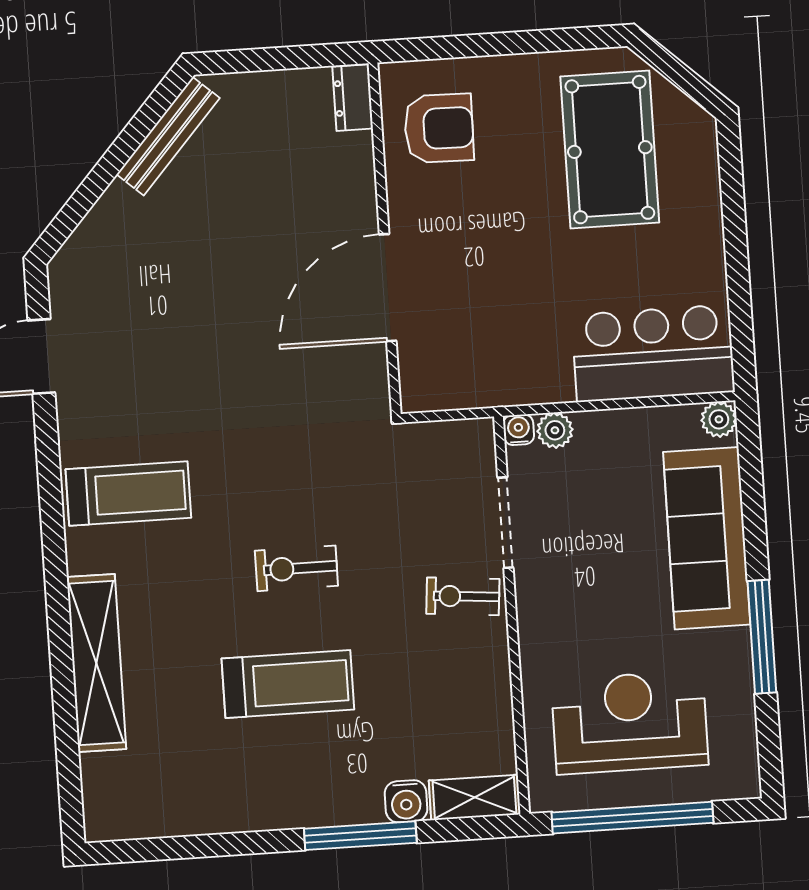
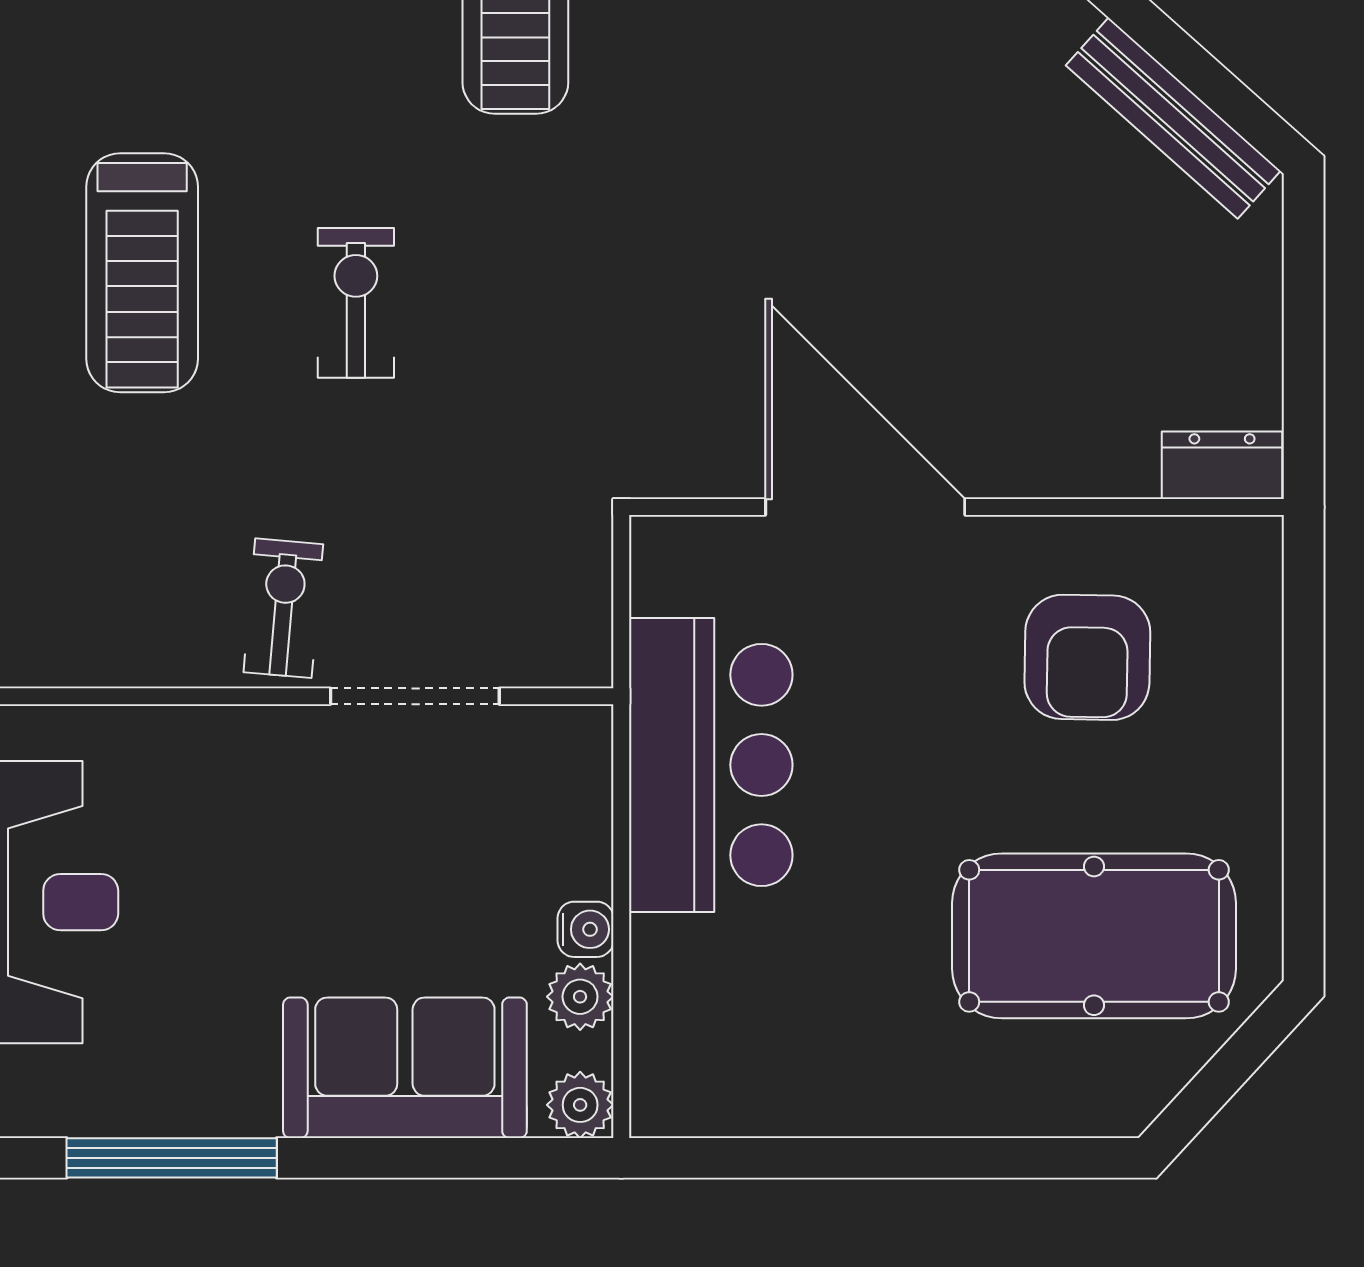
armchair: (439, 128) -> (1087, 657), moved
bar counter: (653, 353) -> (711, 765), moved
water cooler: (519, 430) -> (586, 929), moved
plant: (555, 430) -> (580, 997), moved
sofa: (707, 538) -> (405, 1068), width x0.73

